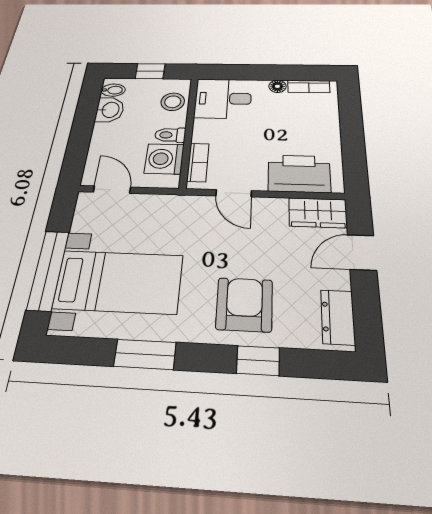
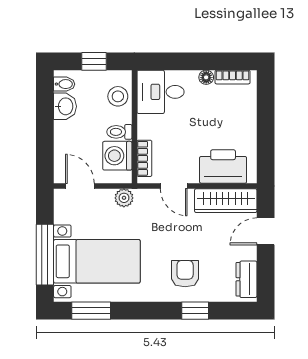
plant: (167, 205) -> (124, 198), added
wardrobe: (318, 213) -> (226, 201), width x1.50
armchair: (244, 304) -> (185, 274), width x0.72, depth x0.72
window: (145, 354) -> (91, 311), moved

